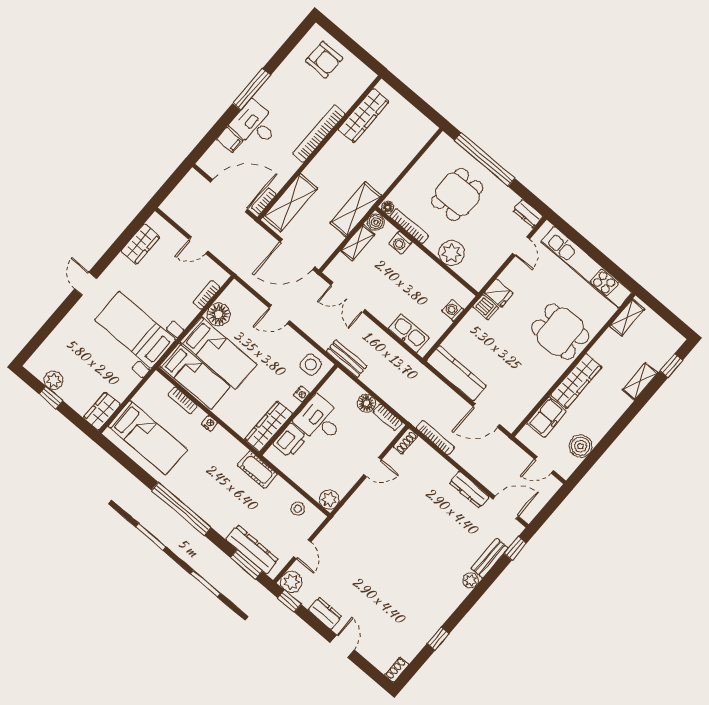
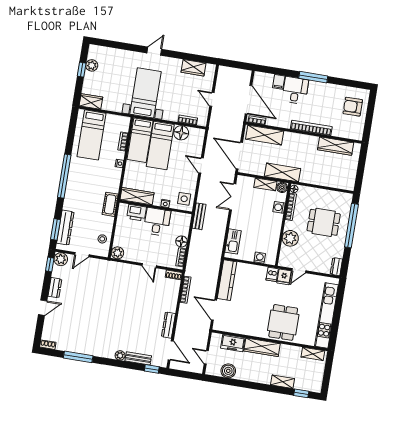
armchair: (324, 60) -> (353, 107), turned 90
door: (521, 246) -> (299, 271), moved
window: (438, 639) -> (78, 357), width x2.17

